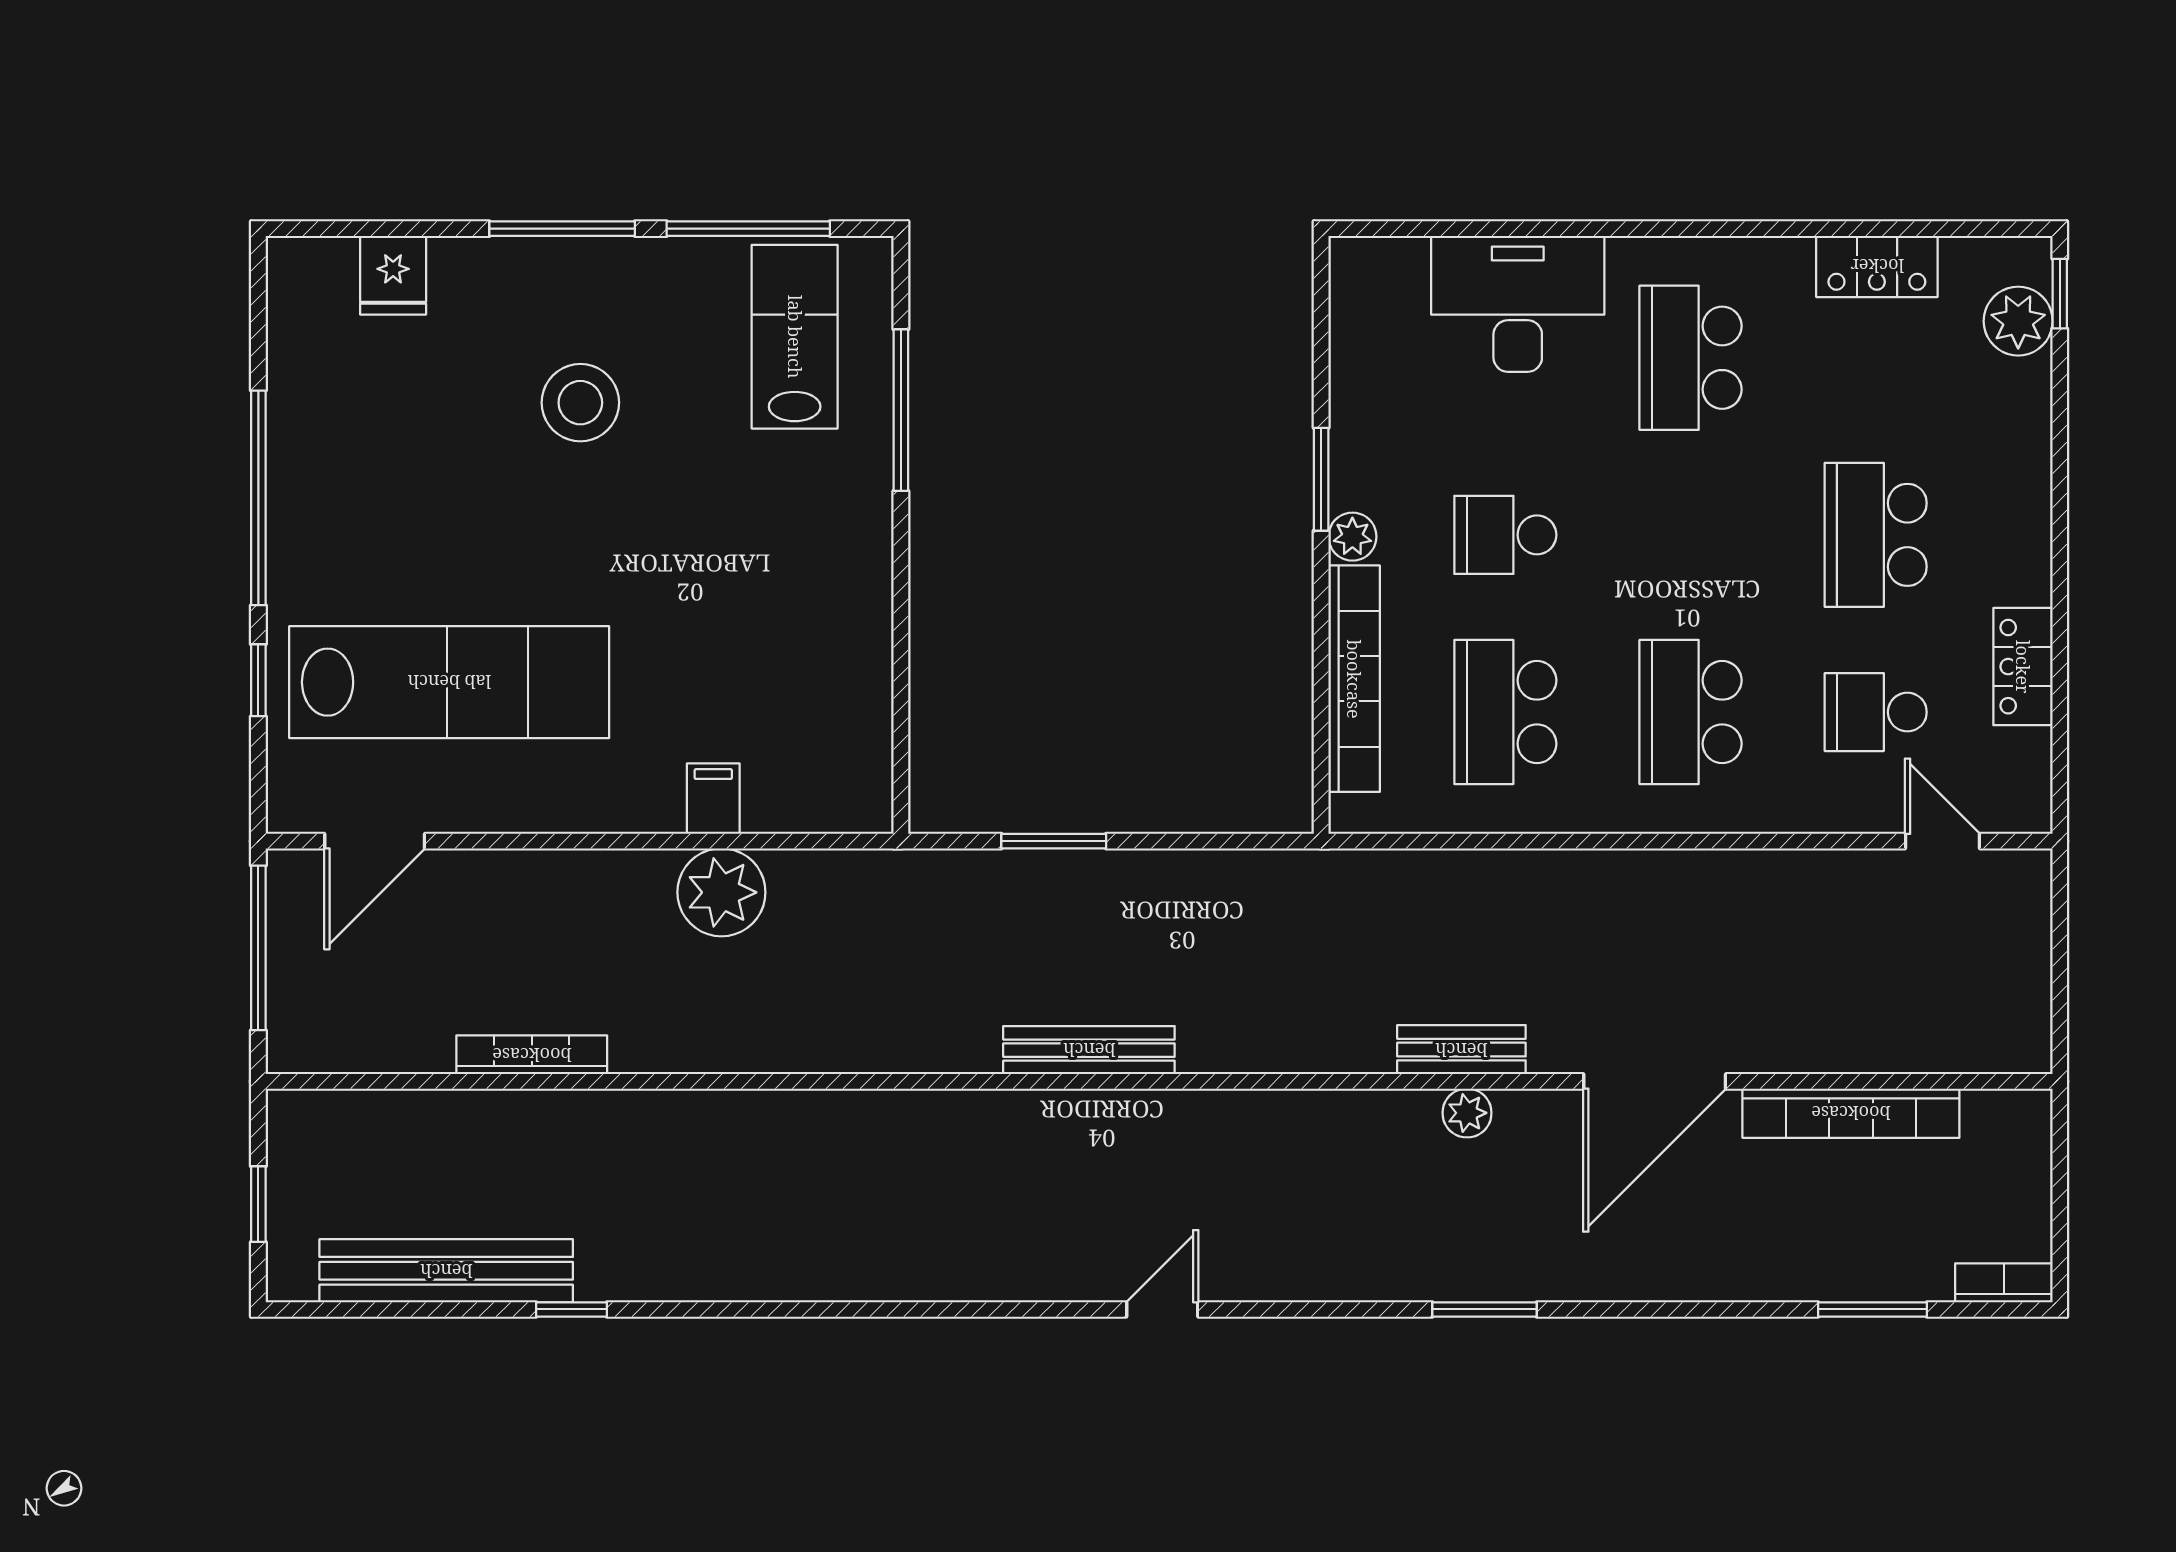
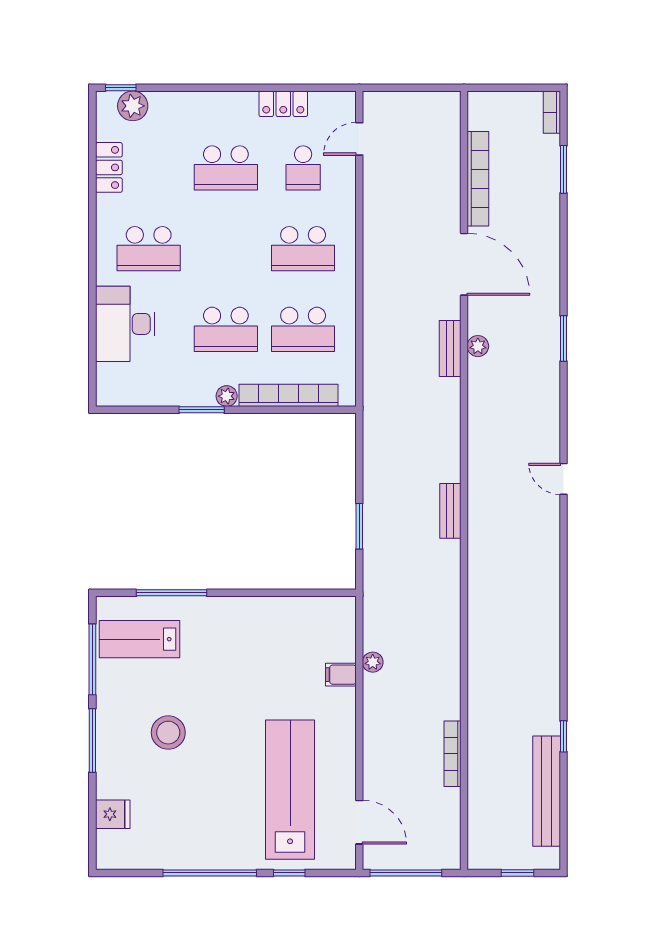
school desk: (1505, 535) -> (226, 329), width x1.85
plant: (721, 892) -> (373, 662), width x0.53, depth x0.53
bench: (1089, 1050) -> (450, 511), width x0.73

